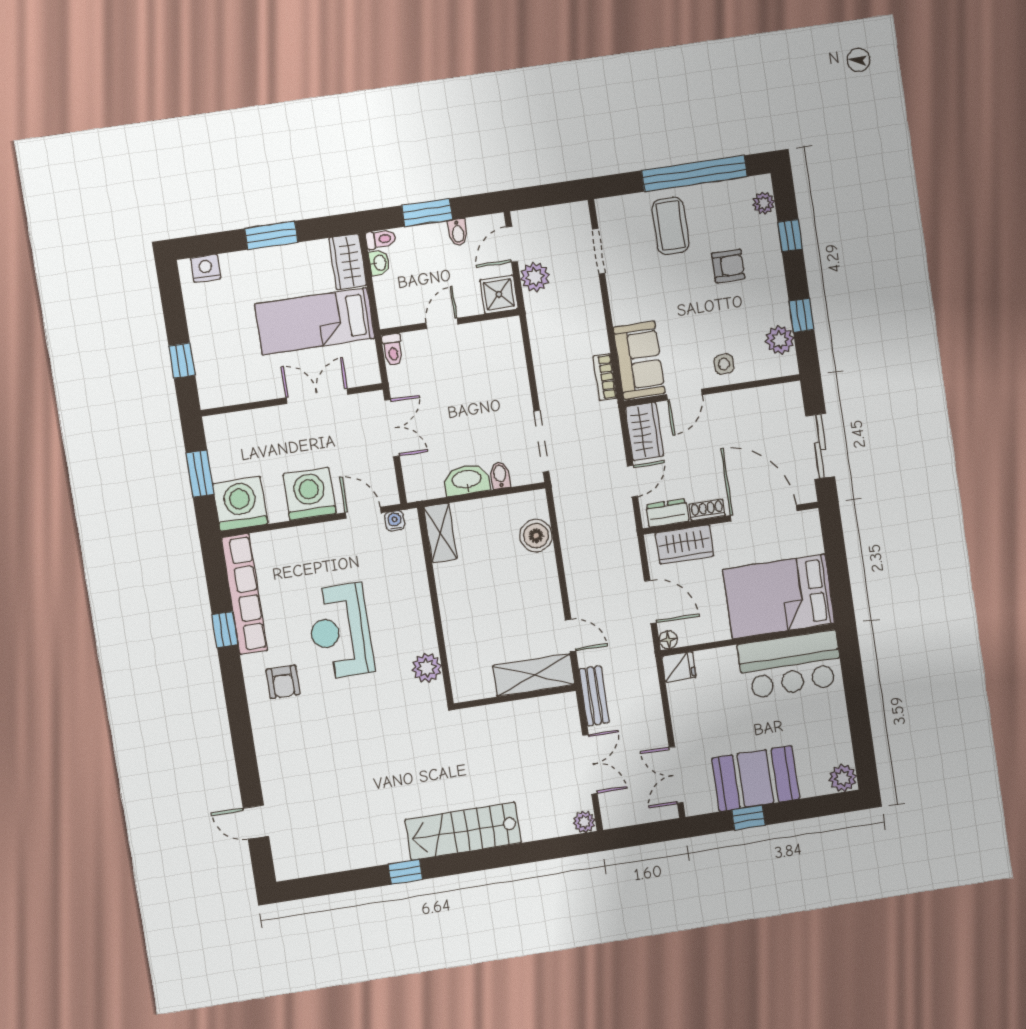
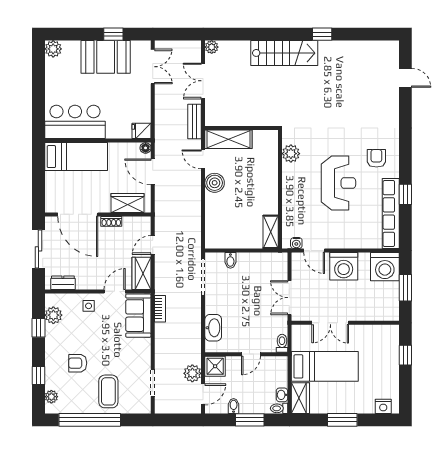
washbasin: (467, 480) -> (213, 328), moved, turned -90
dresser: (667, 513) -> (63, 283), moved, turned 180
boiler: (536, 536) -> (215, 183), moved
bed: (779, 596) -> (76, 157), width x0.67

